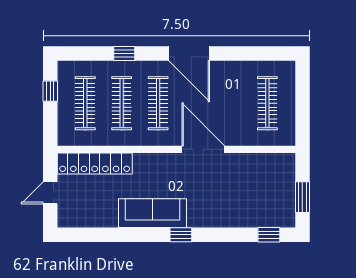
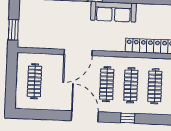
door: (203, 149) -> (78, 52), hinge flipped
window: (302, 197) -> (13, 30), moved

